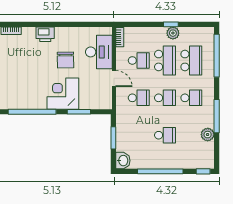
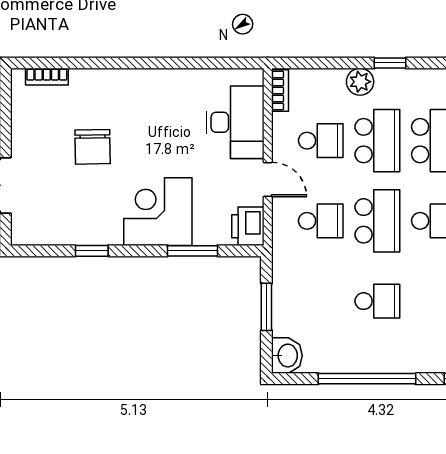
plant: (173, 33) -> (360, 82), moved
printer: (45, 34) -> (248, 226), moved, turned 90
chair: (66, 60) -> (93, 147), moved
school desk: (165, 98) -> (377, 221), width x1.85
window: (32, 112) -> (92, 251), width x0.32

